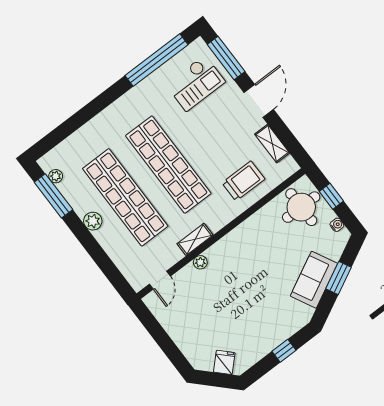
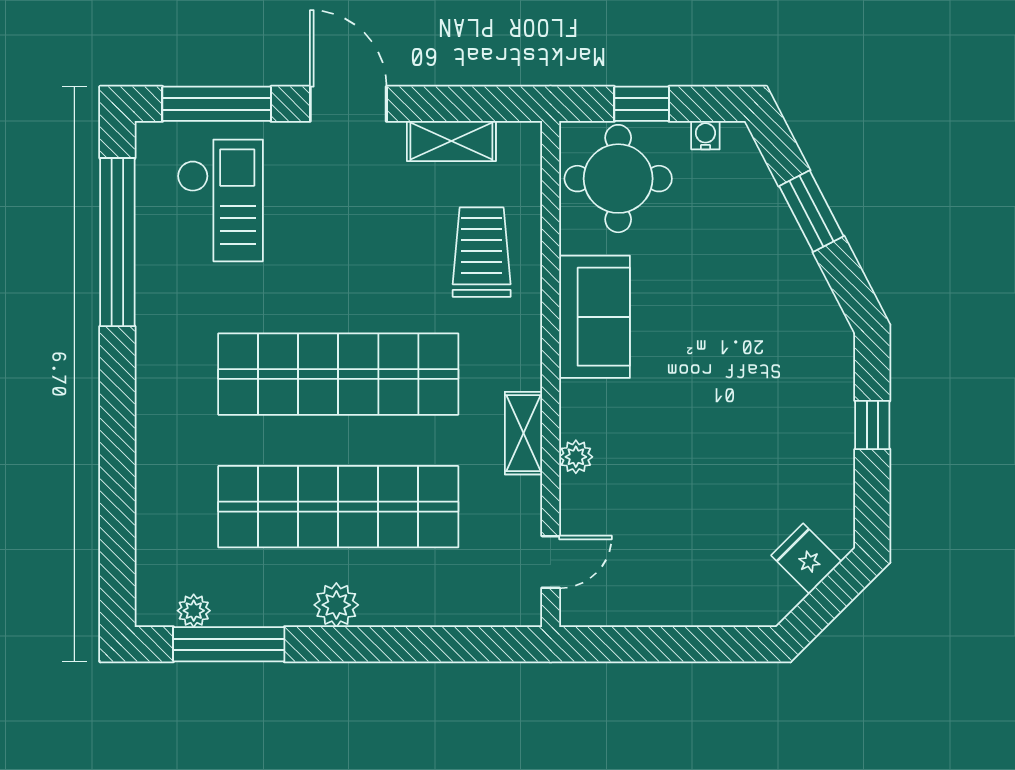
door: (160, 280) -> (551, 562), hinge flipped
sofa: (314, 280) -> (595, 317), moved, turned -153

